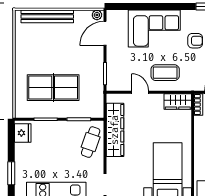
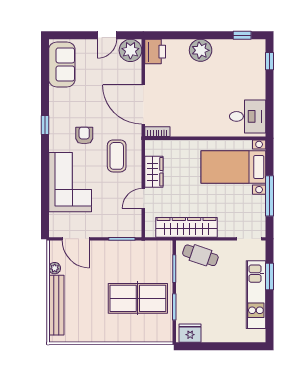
plant: (97, 15) -> (55, 268), moved
coffee table: (165, 73) -> (117, 156), moved
table tennis table: (53, 88) -> (138, 298), turned 90
wardrobe: (178, 101) -> (154, 172), moved
window: (11, 173) -> (236, 346), removed

